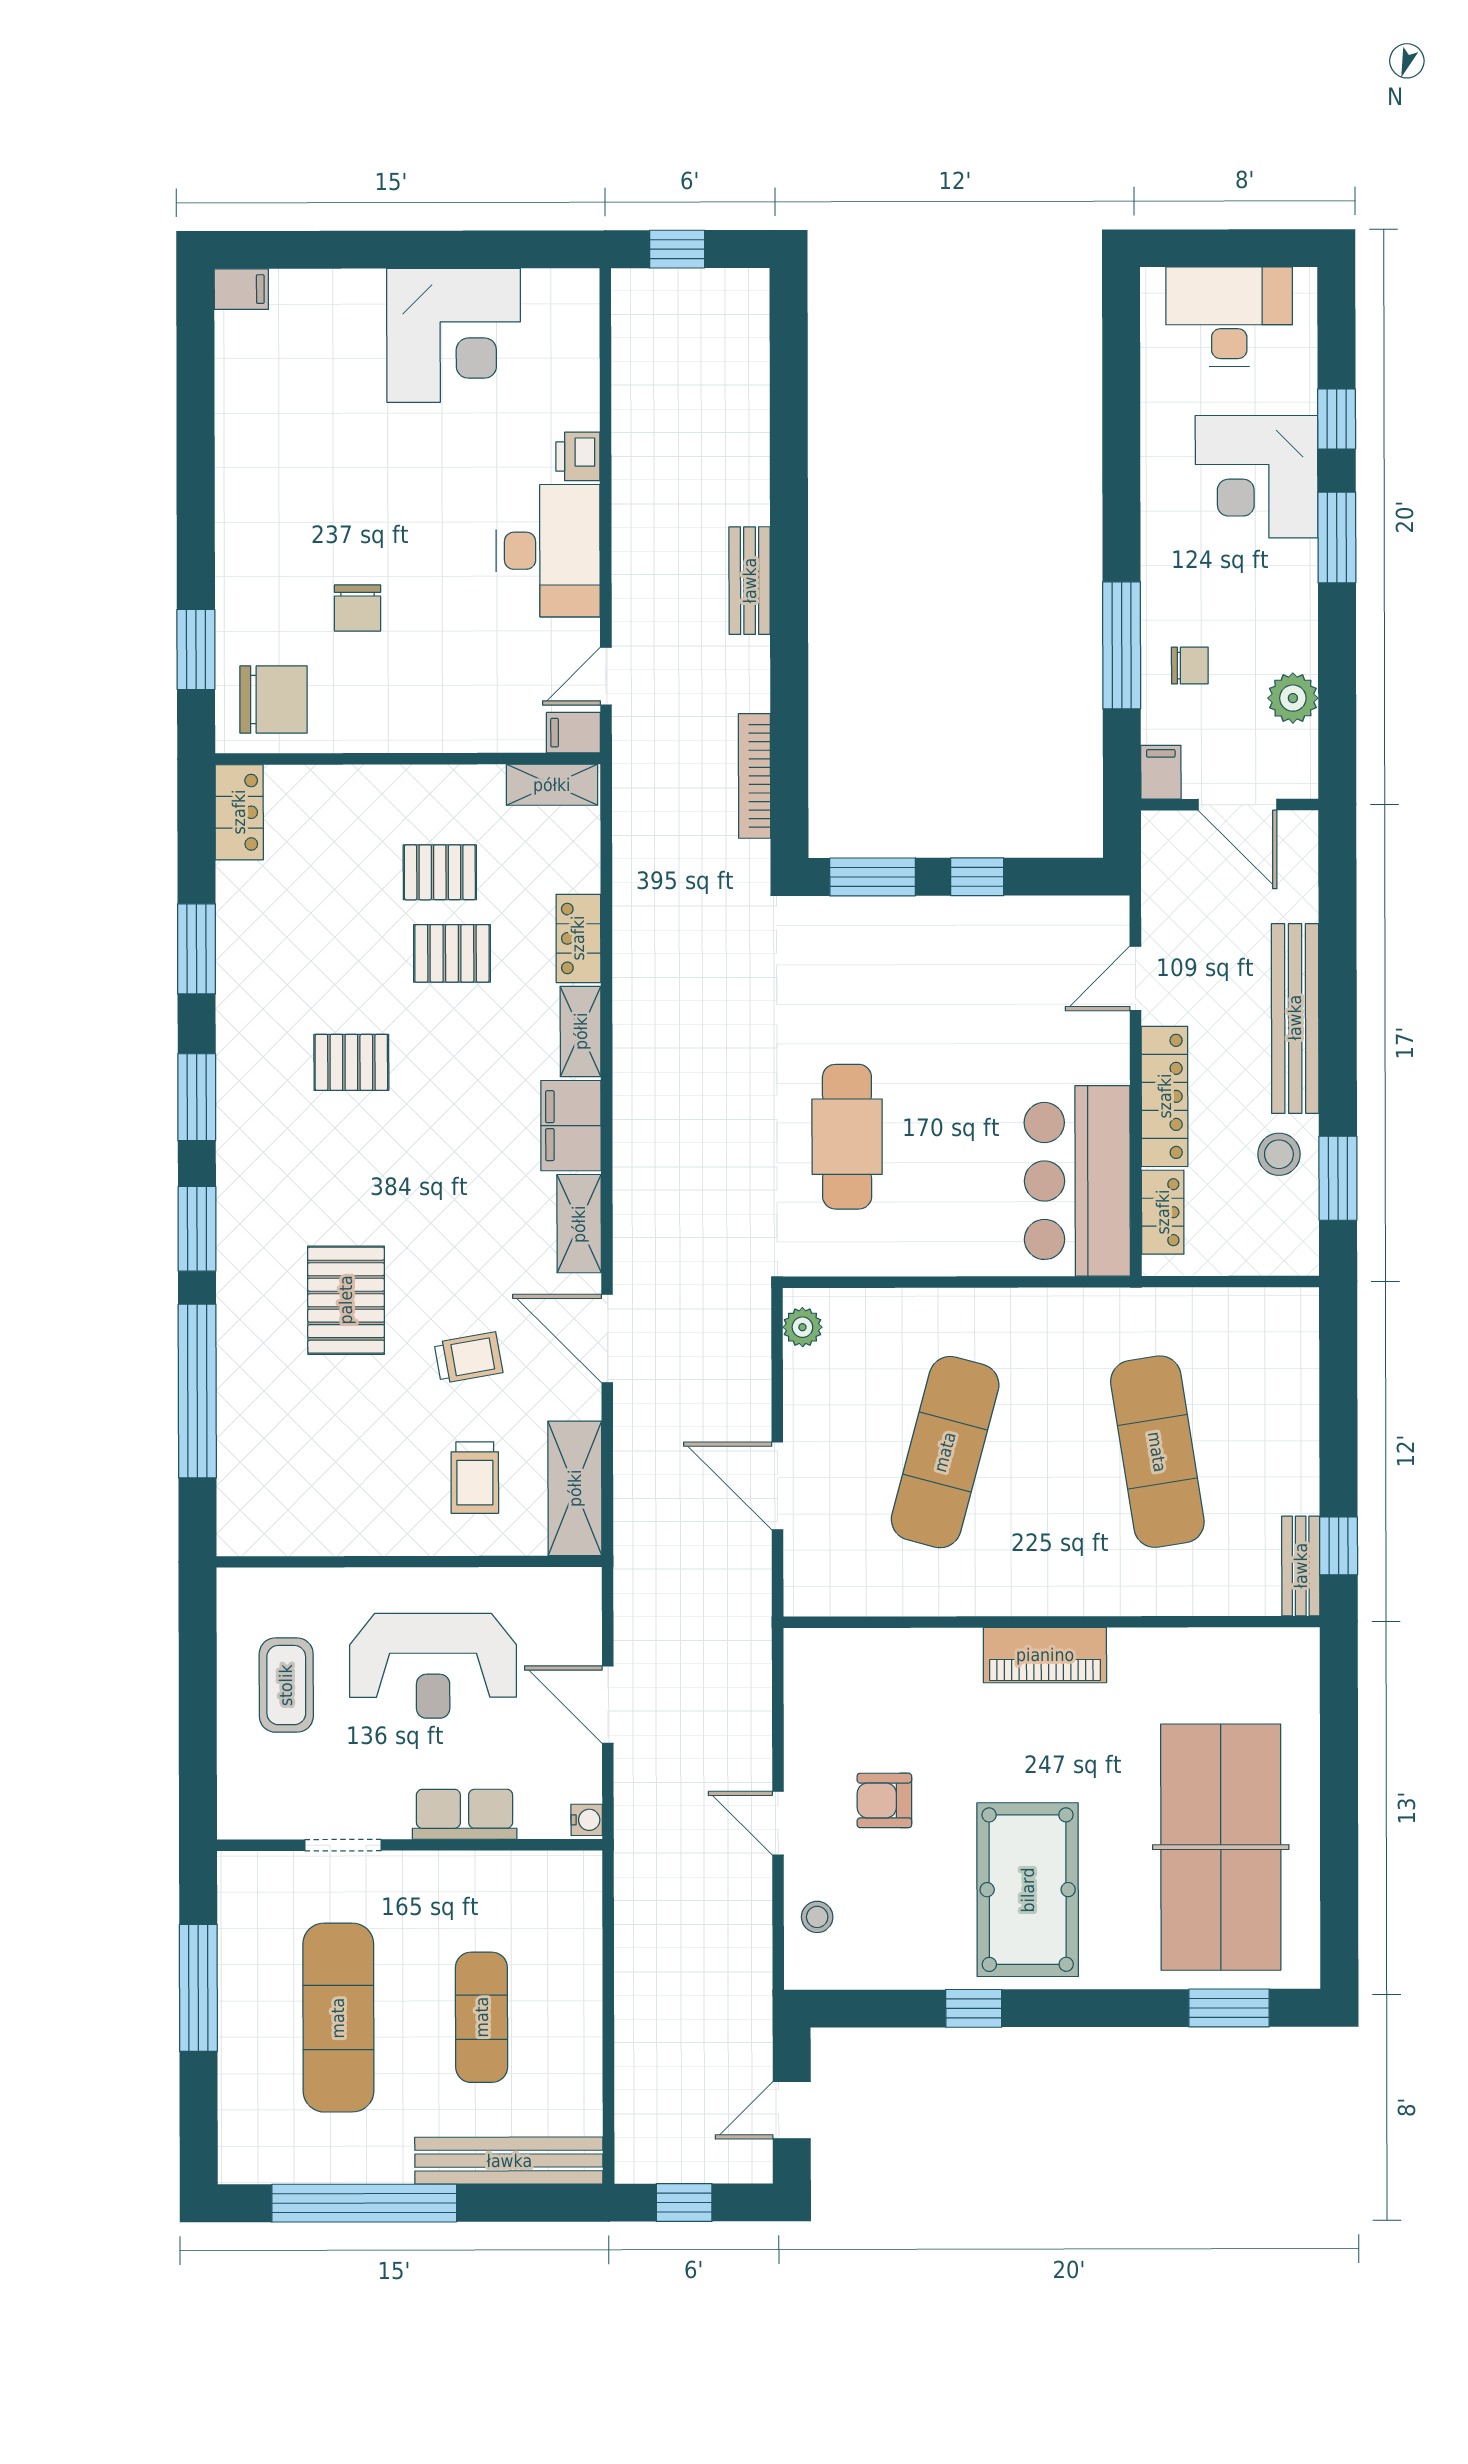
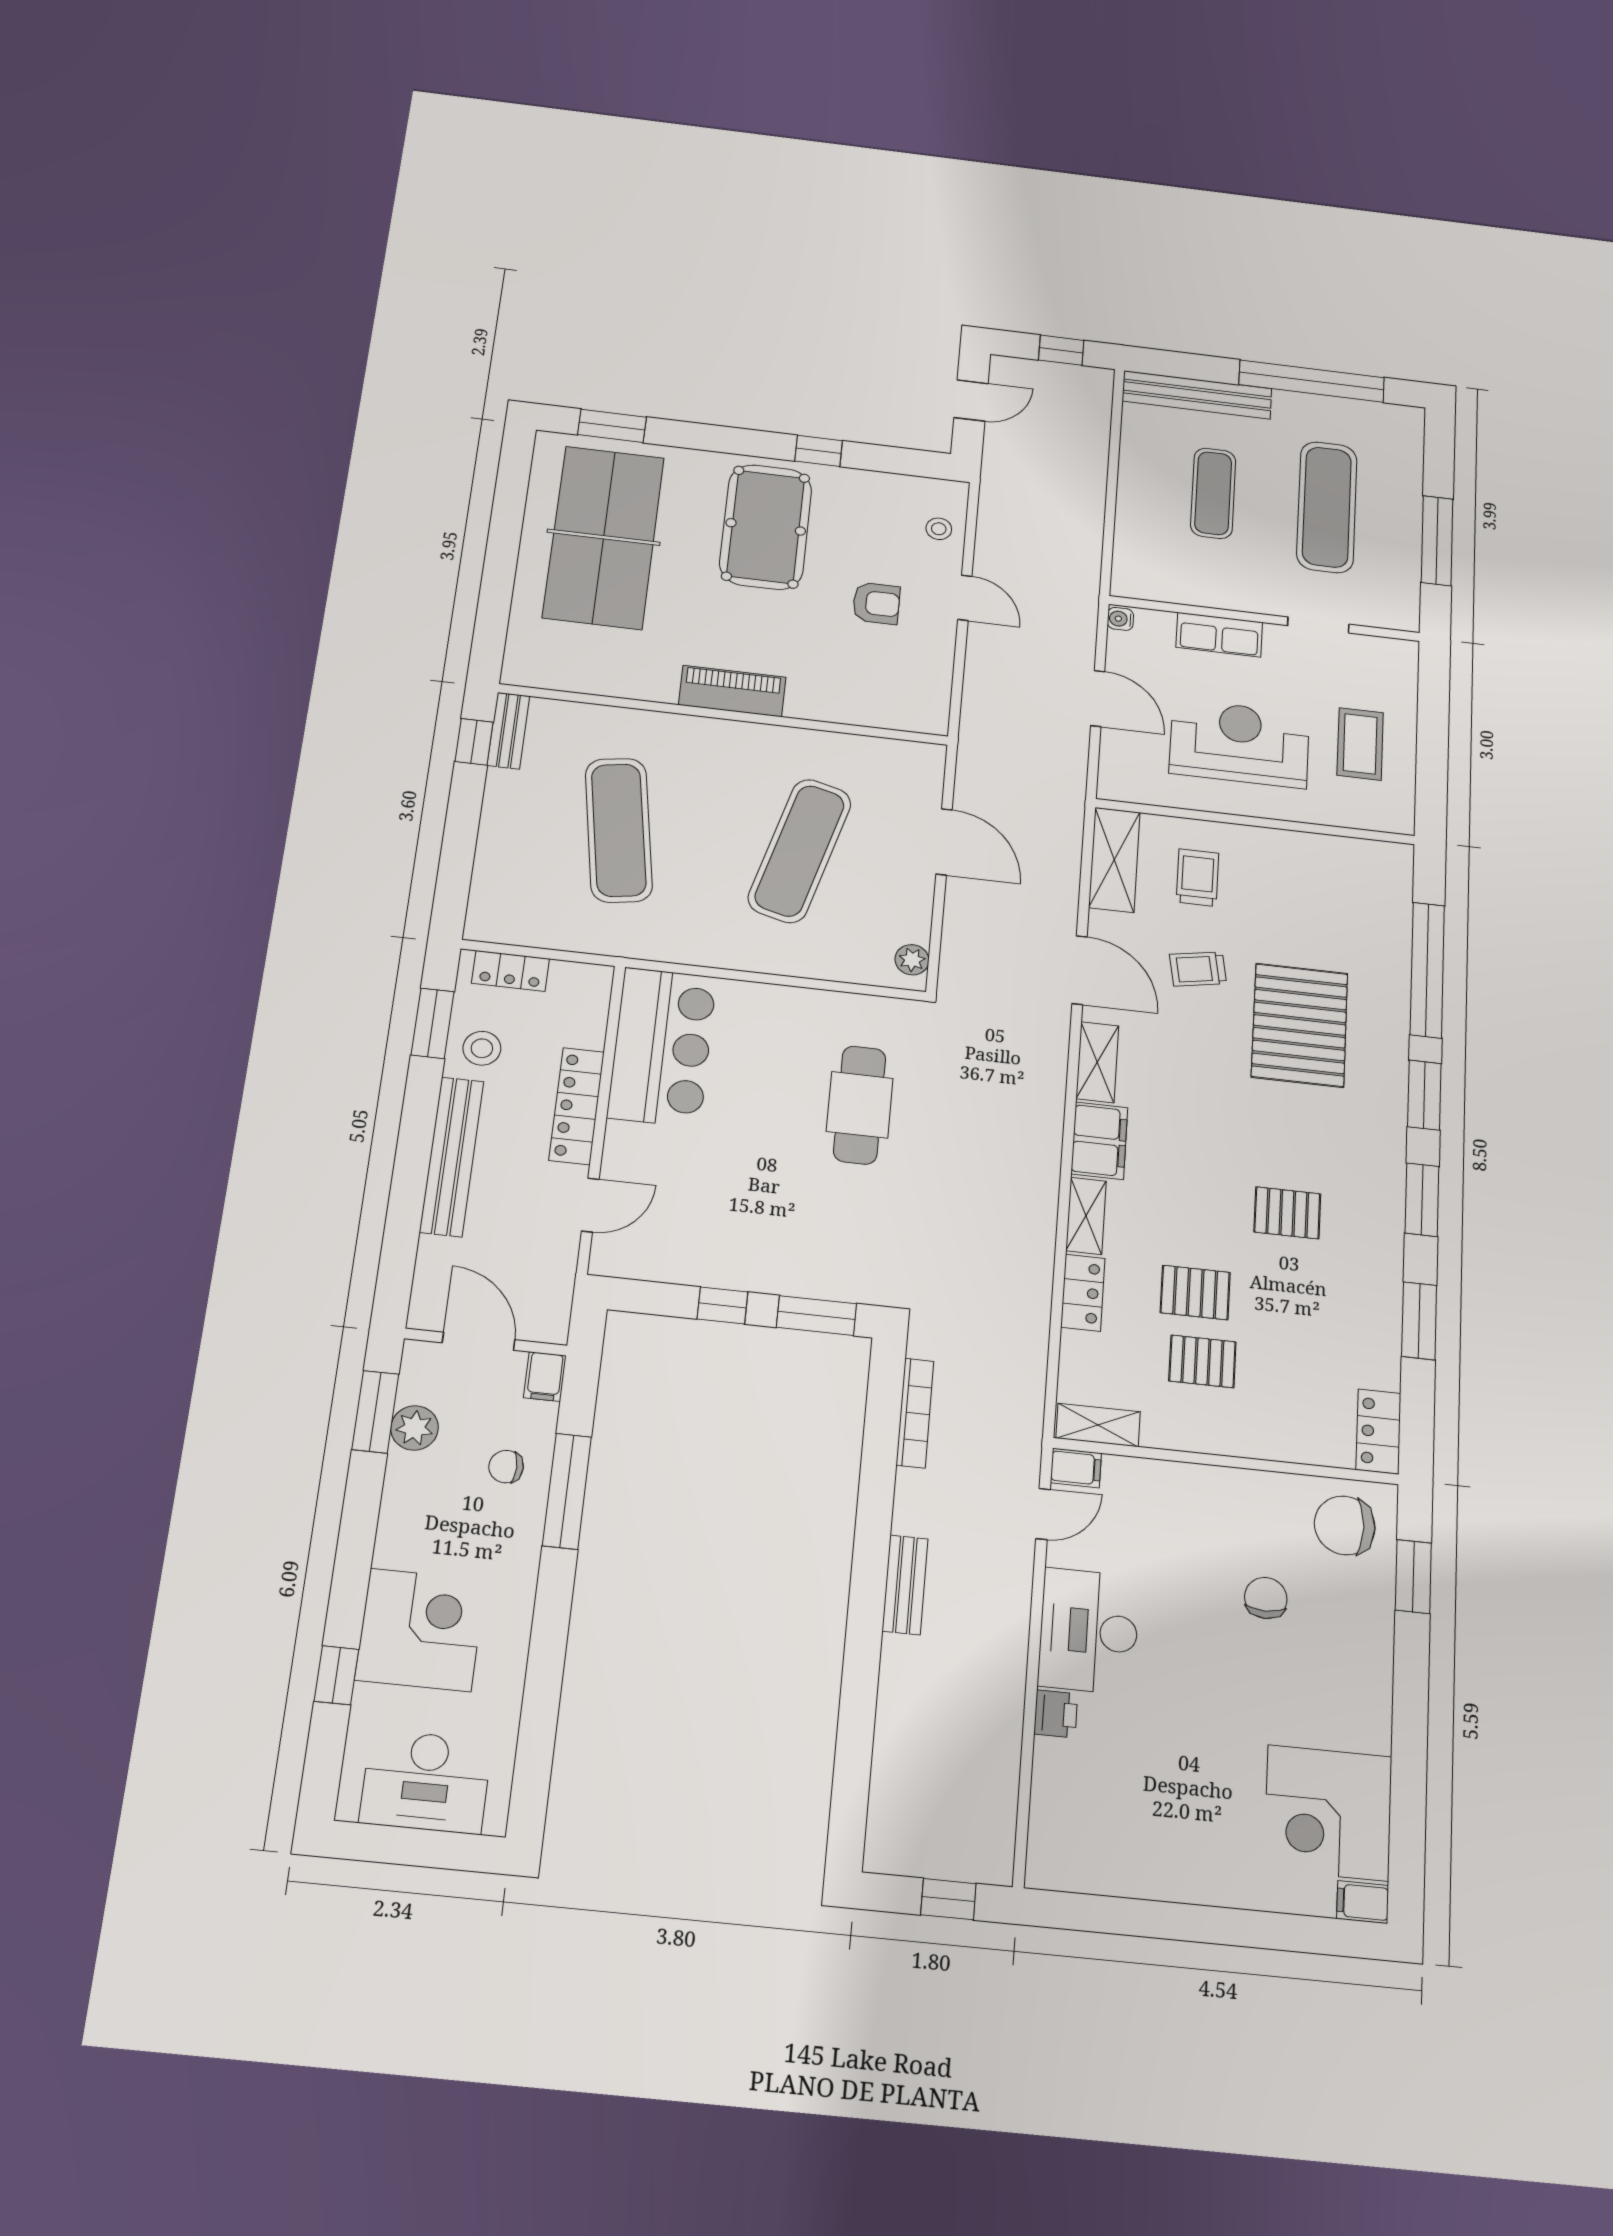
corner desk: (454, 335) -> (1328, 1813), moved, turned -90
window: (1337, 538) -> (375, 1412), moved
locker: (1163, 1212) -> (511, 971), moved, turned -90
pallet: (346, 1300) -> (1300, 1025), width x1.37, depth x1.41

